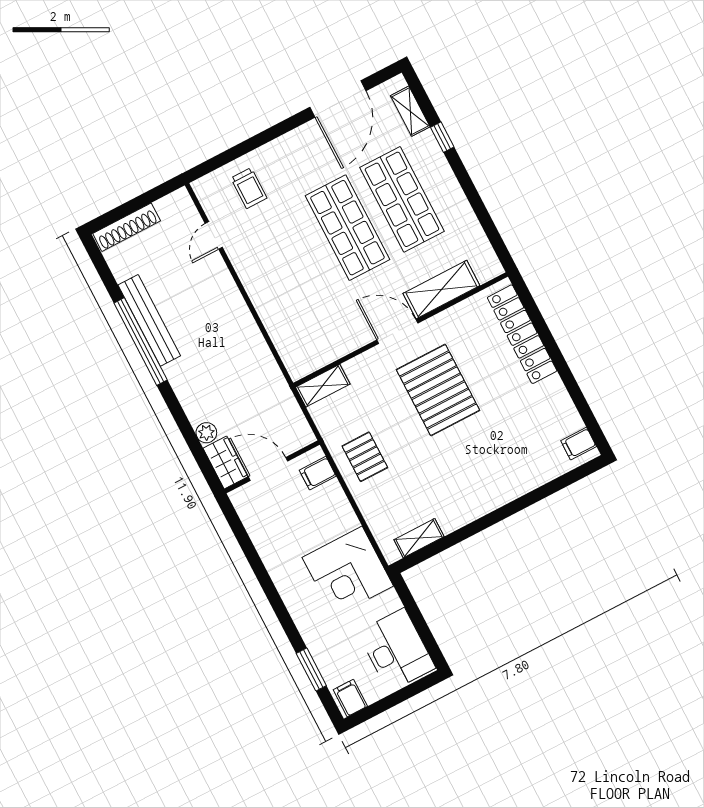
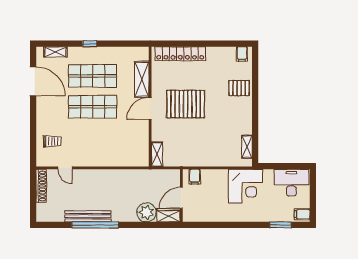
window: (442, 137) -> (90, 44), moved
shoe rack: (127, 227) -> (41, 186), moved
plant: (206, 433) -> (146, 212), width x1.87, depth x1.87
pallet: (365, 457) -> (239, 88), moved

